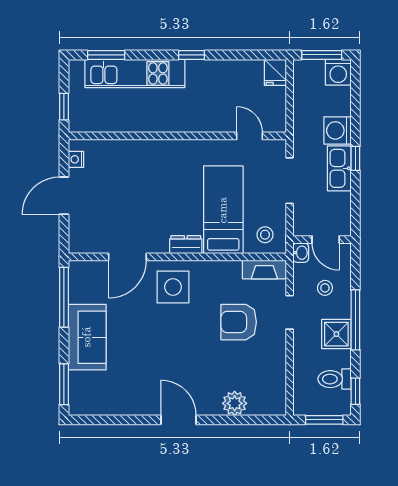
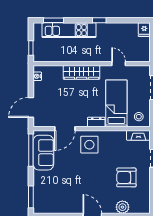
door: (249, 136) -> (119, 64), moved
wardrobe: (158, 152) -> (81, 72), added
door: (64, 196) -> (31, 107), moved
armchair: (239, 322) -> (126, 177), moved
sofa: (87, 337) -> (43, 153), moved

